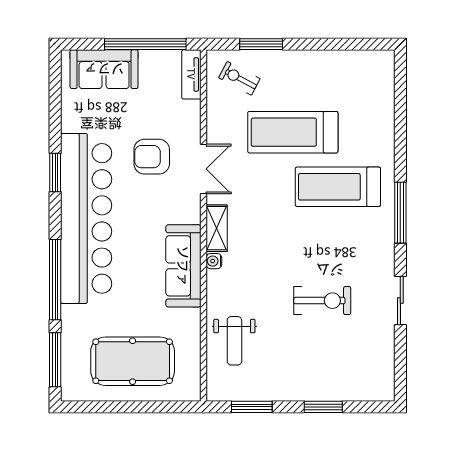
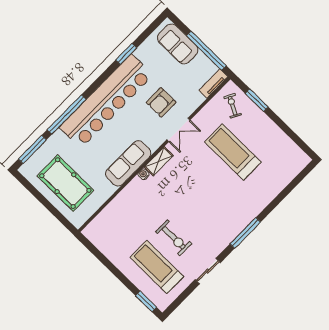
armchair: (152, 157) -> (161, 102), turned -90
window: (55, 173) -> (126, 54), moved
treadmill: (338, 187) -> (157, 267), moved
weight bench: (234, 341) -> (118, 218), removed
window: (252, 407) -> (98, 254), removed
window: (323, 407) -> (146, 301), moved

